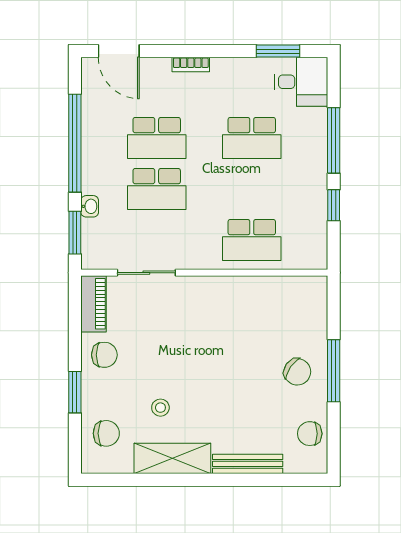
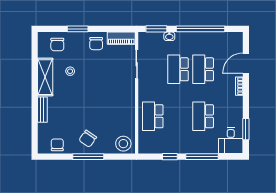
door: (119, 51) -> (246, 63), moved
stool: (307, 300) -> (123, 144), added
bench: (248, 464) -> (42, 110), width x0.73

